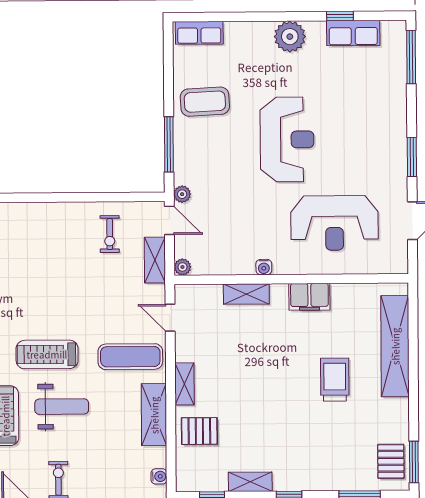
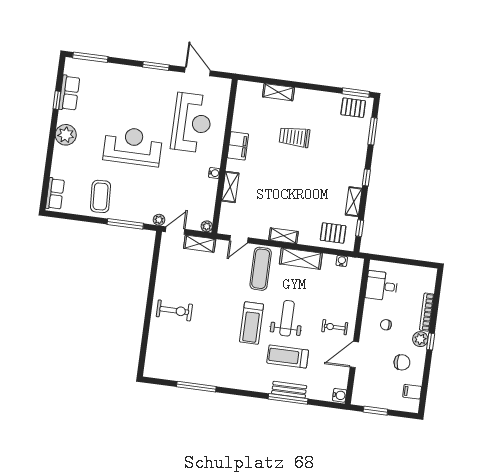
exercise bike: (110, 234) -> (174, 310), moved, width x1.38, depth x1.39
shelving: (395, 346) -> (278, 92), width x0.45, depth x0.75
pallet: (199, 431) -> (333, 233), moved, turned 90

